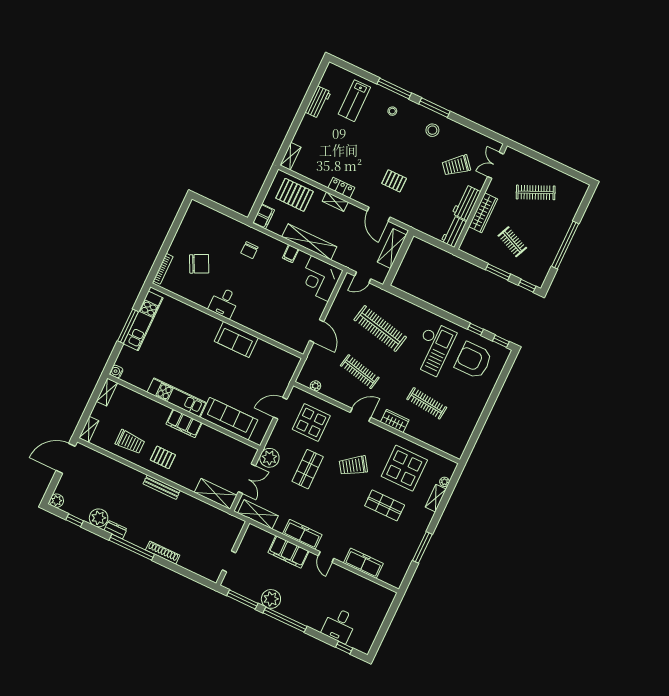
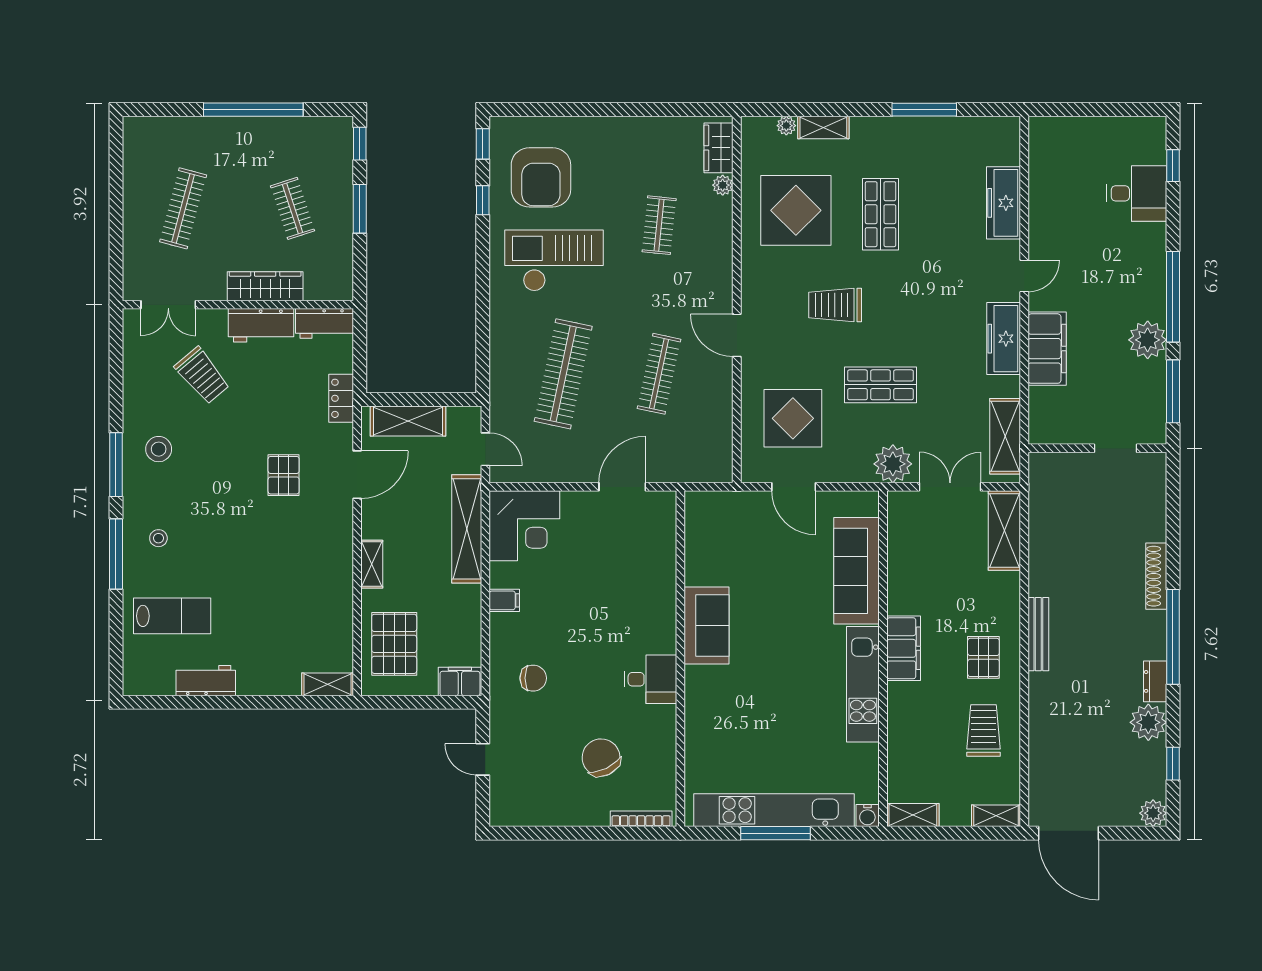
locker: (341, 188) -> (341, 398), moved
clothes rail: (536, 192) -> (183, 208), turned 39
door: (224, 210) -> (483, 759), added
shelving: (309, 242) -> (467, 529), moved
clothes rail: (512, 242) -> (293, 208), turned -42
kitchen unit: (143, 321) -> (774, 810), width x1.36
plant: (315, 386) -> (723, 185), moved
clothes rail: (427, 403) -> (659, 225), width x0.73
wardrobe: (395, 421) -> (719, 148), moved
trolley: (353, 466) -> (835, 305), turned 124

